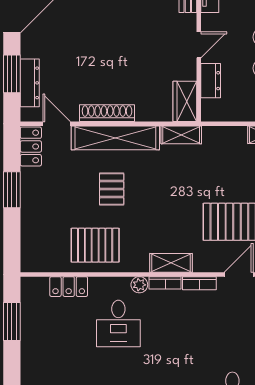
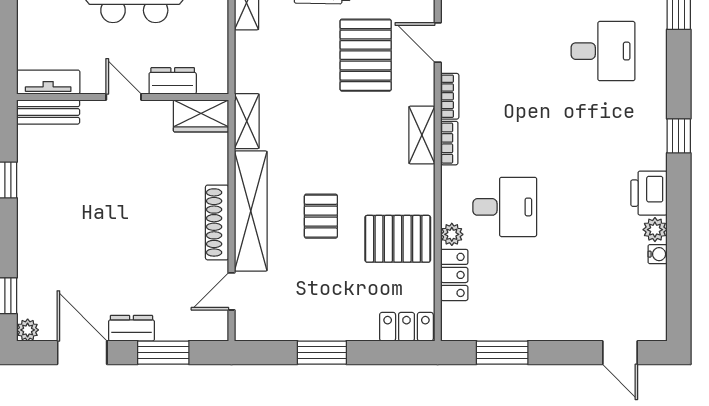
dresser: (30, 83) -> (131, 328), moved, width x0.70
locker: (31, 146) -> (406, 327), moved
pallet: (112, 189) -> (321, 216), turned 90
pallet: (95, 245) -> (398, 239), turned 90
plant: (139, 285) -> (452, 234), moved

